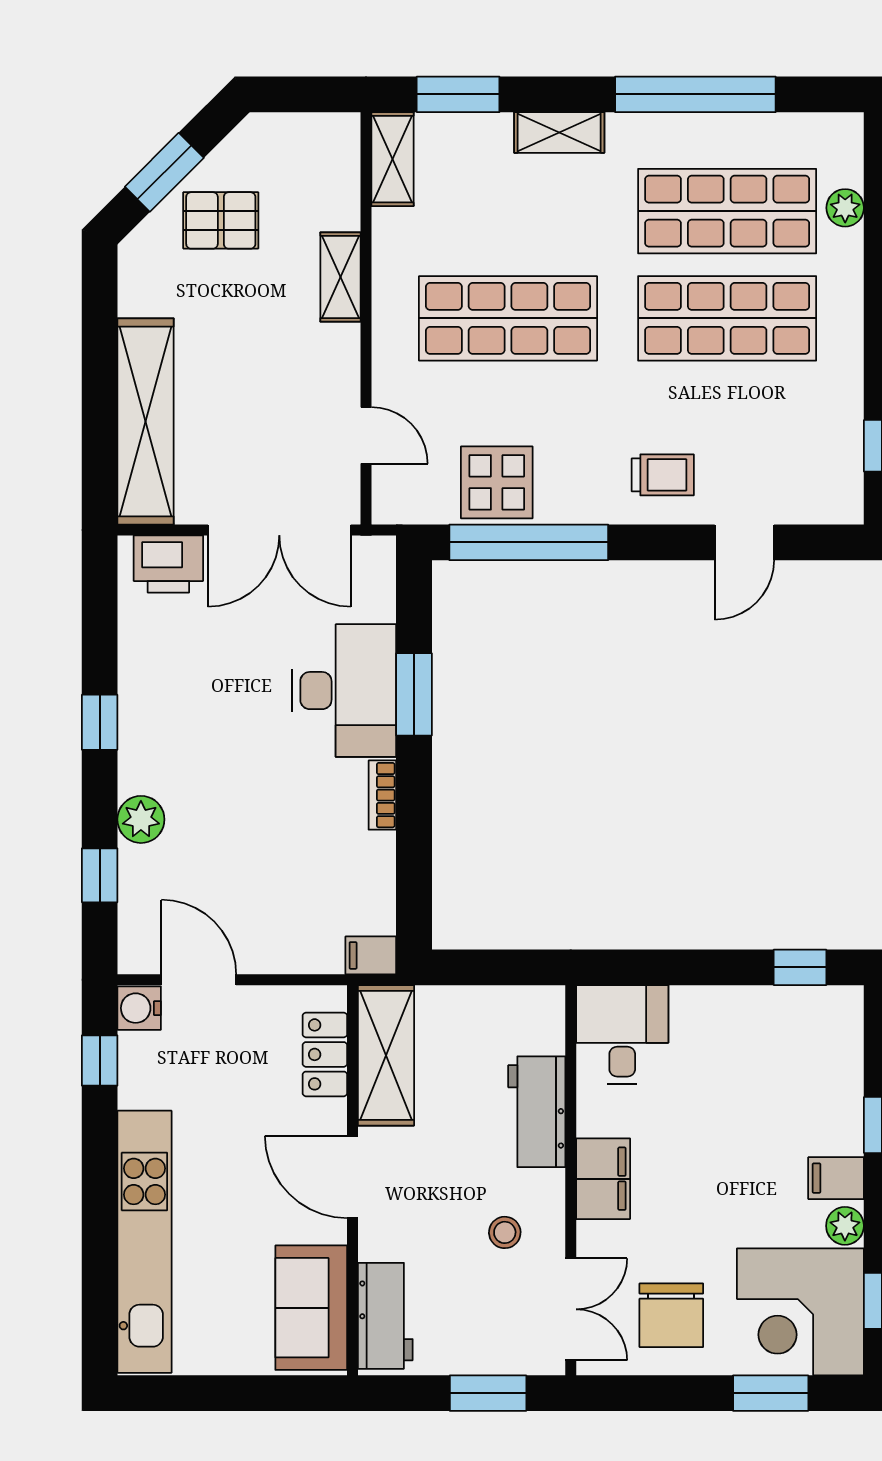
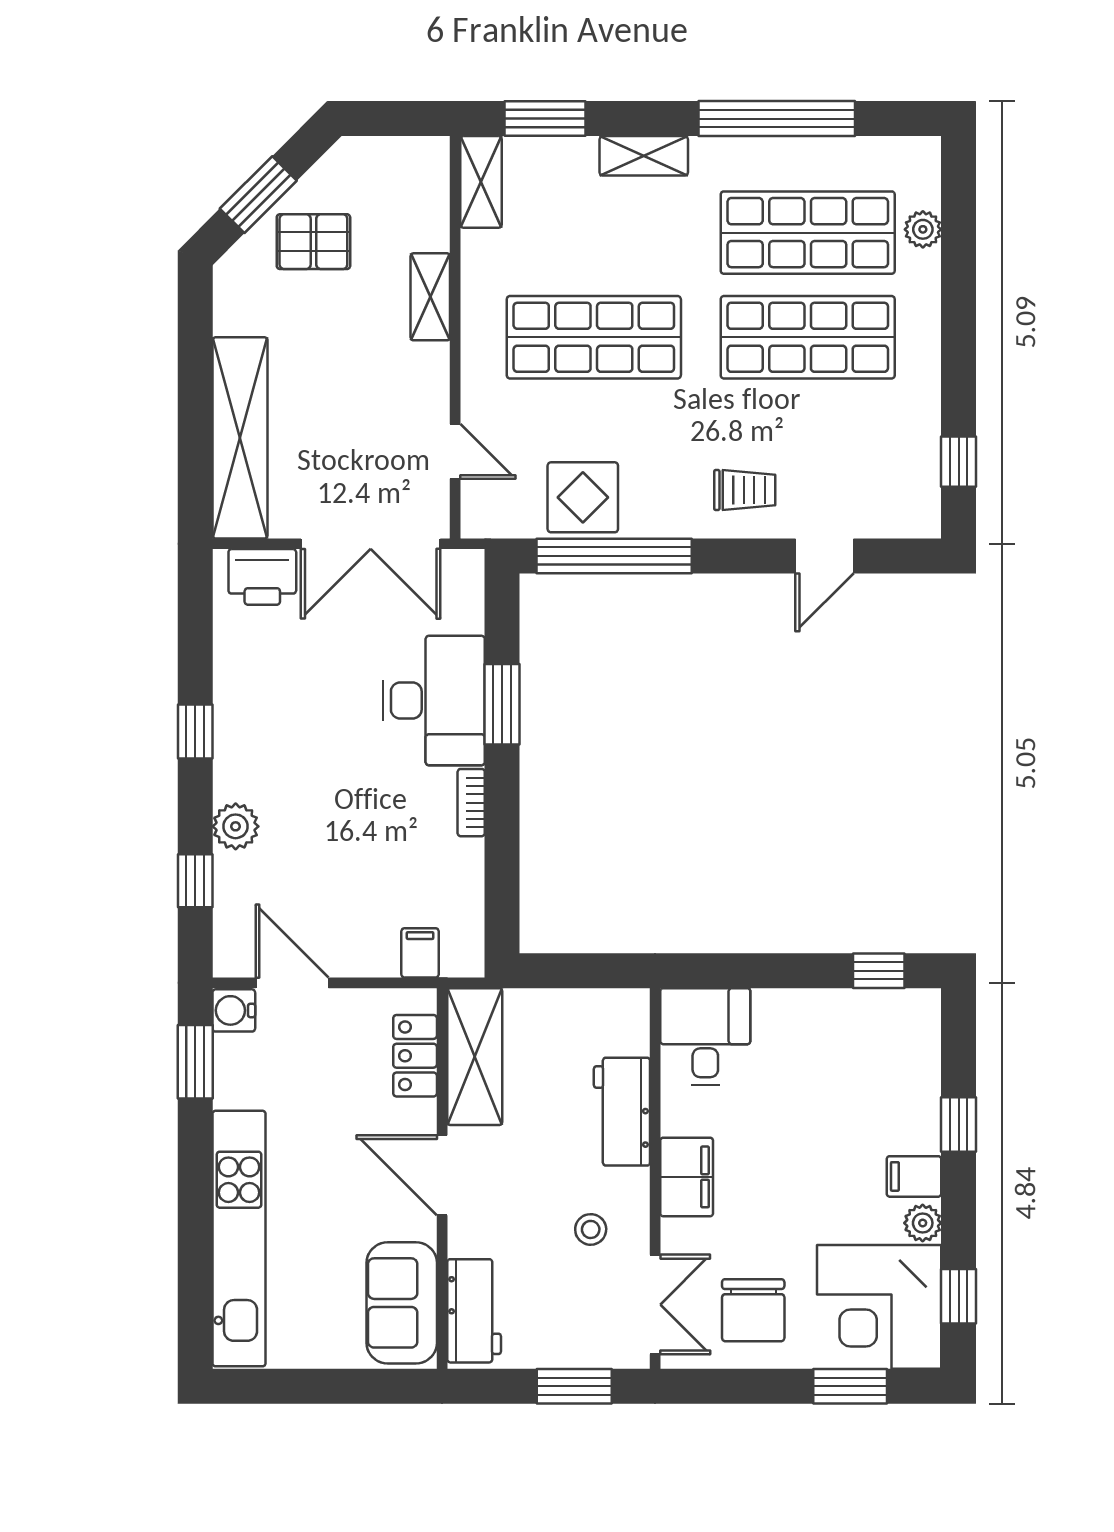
filing cabinet: (371, 955) -> (420, 953), moved, turned 90
window: (100, 1061) -> (195, 1062), width x1.50

